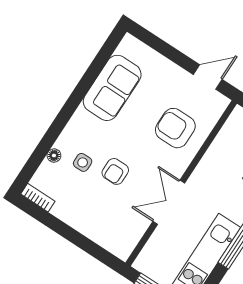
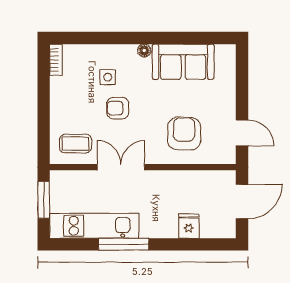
floor lamp: (54, 155) -> (144, 51), moved
coffee table: (122, 228) -> (76, 144), added

